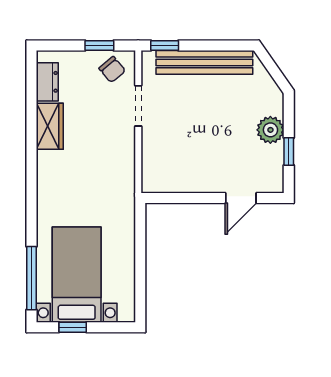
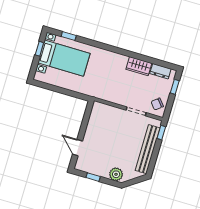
window: (99, 46) -> (175, 87), moved
plant: (270, 130) -> (116, 174), moved
window: (31, 278) -> (69, 36), width x0.46

